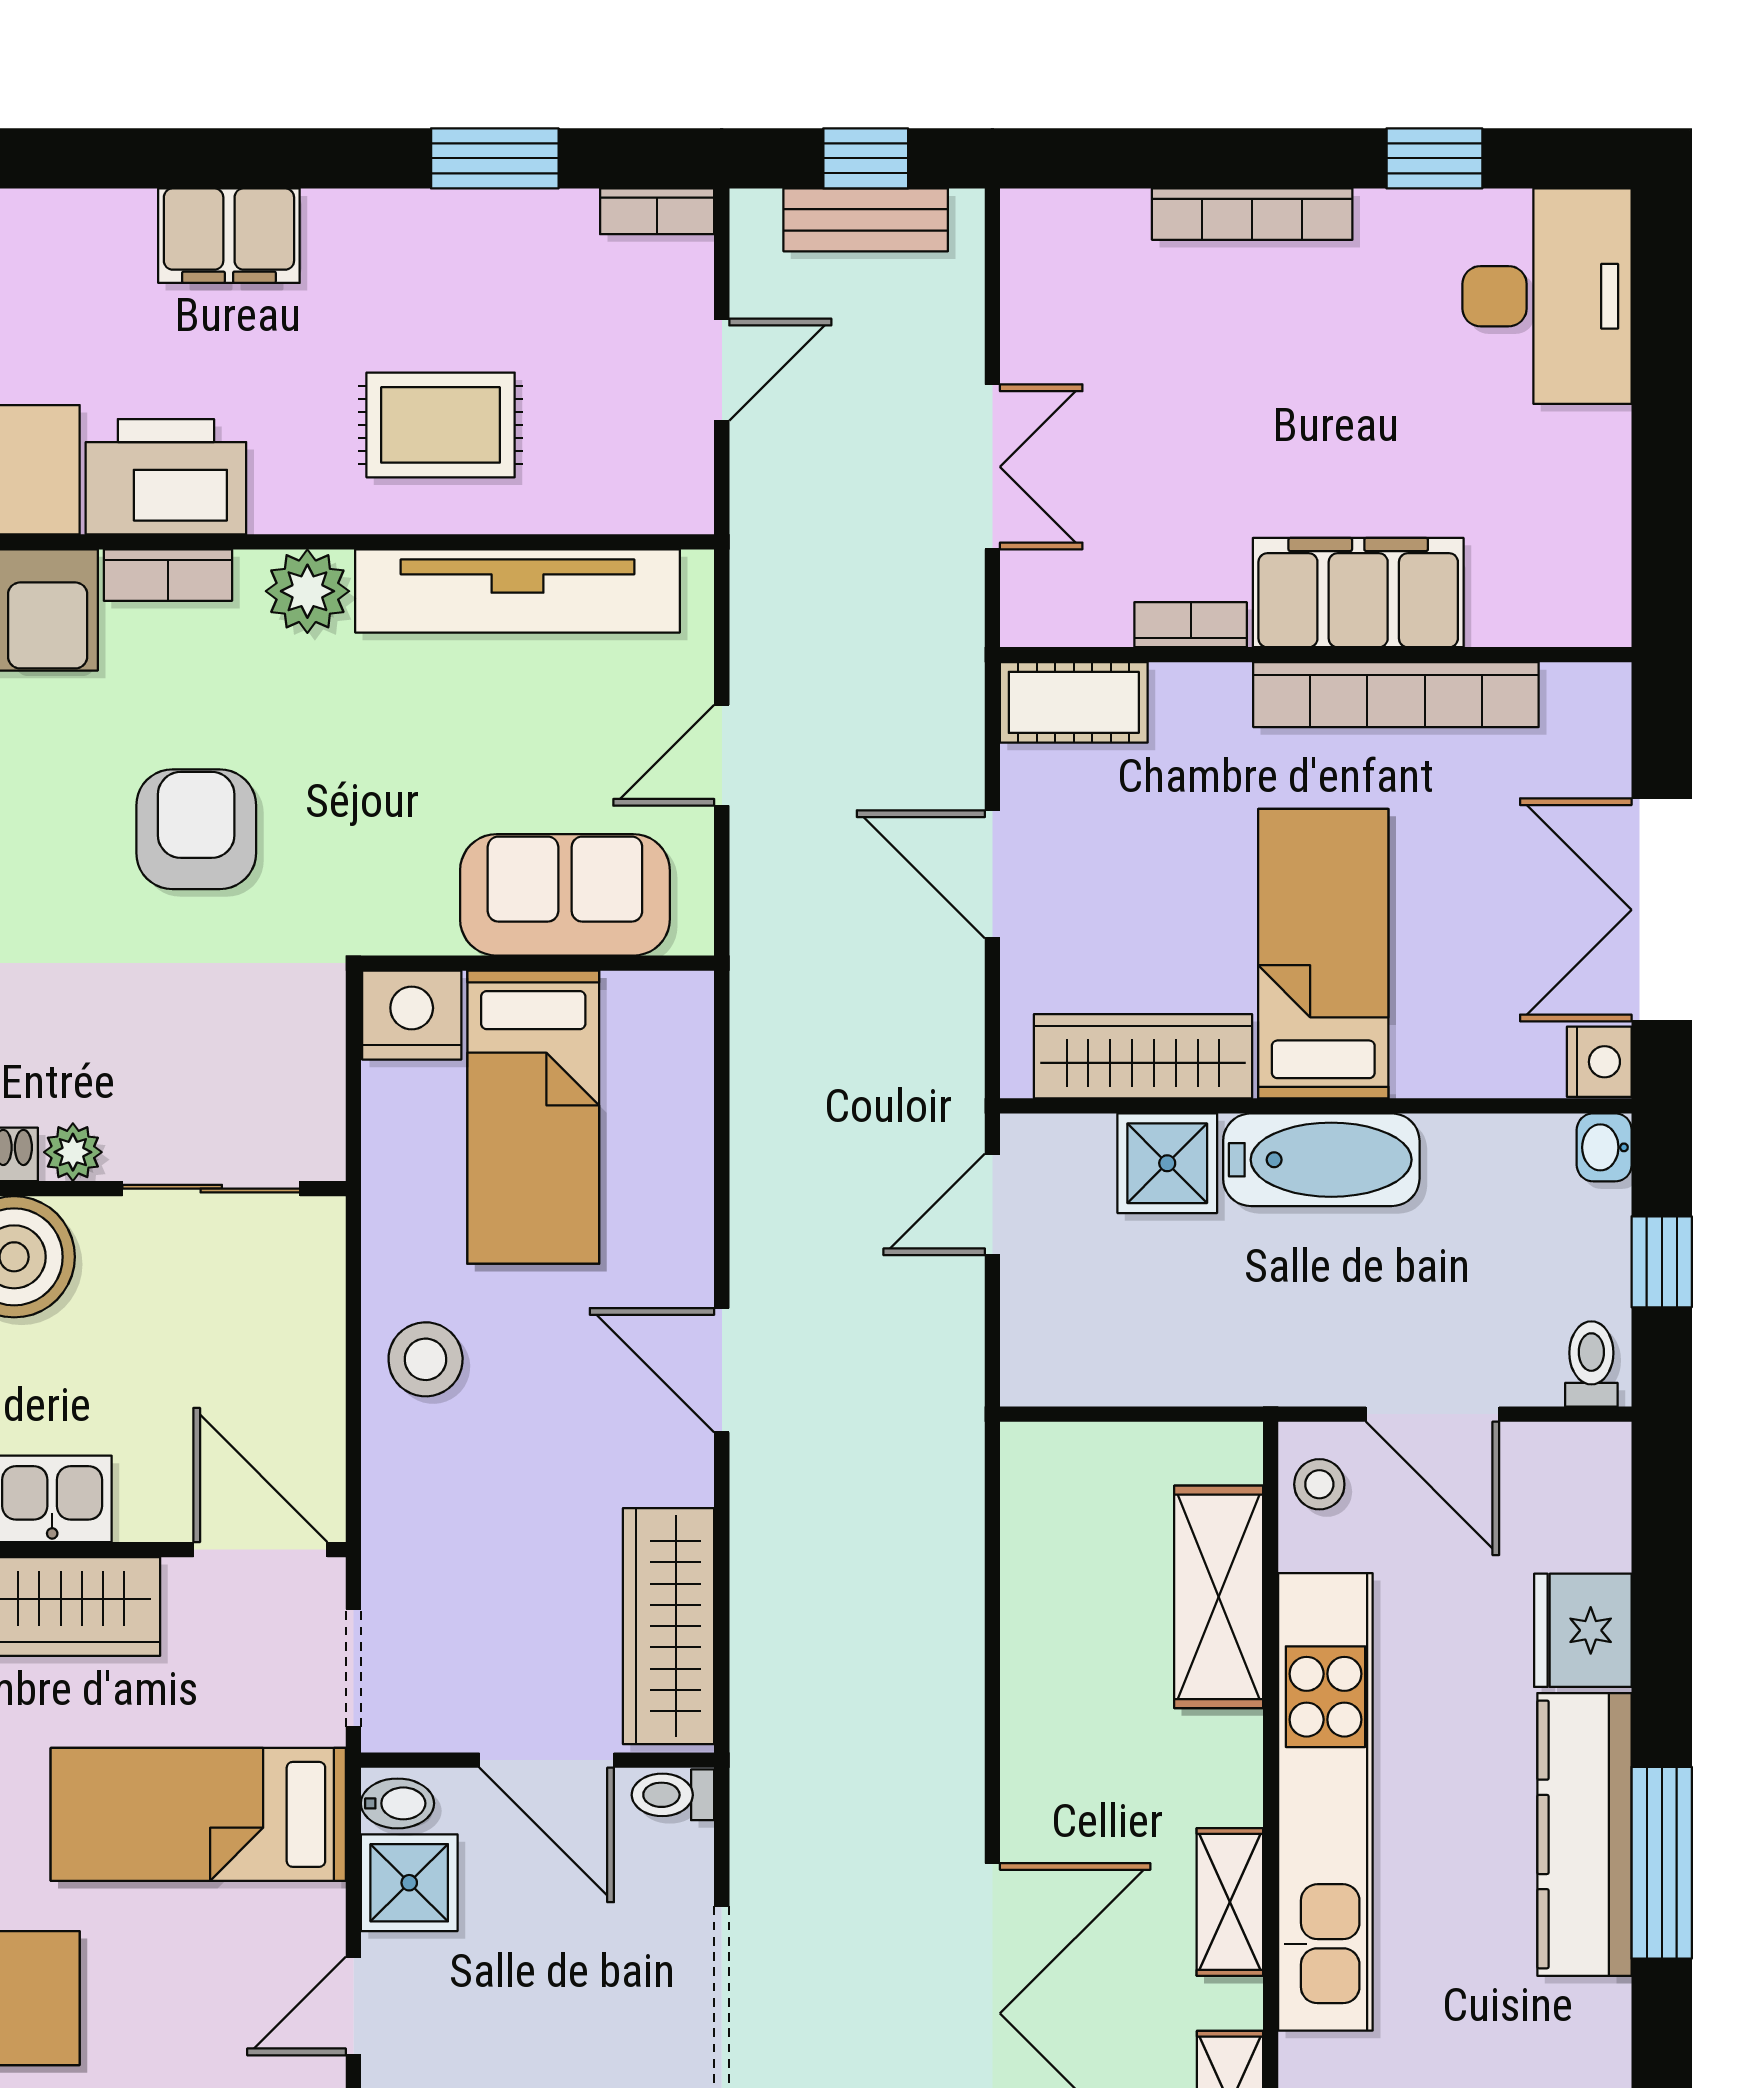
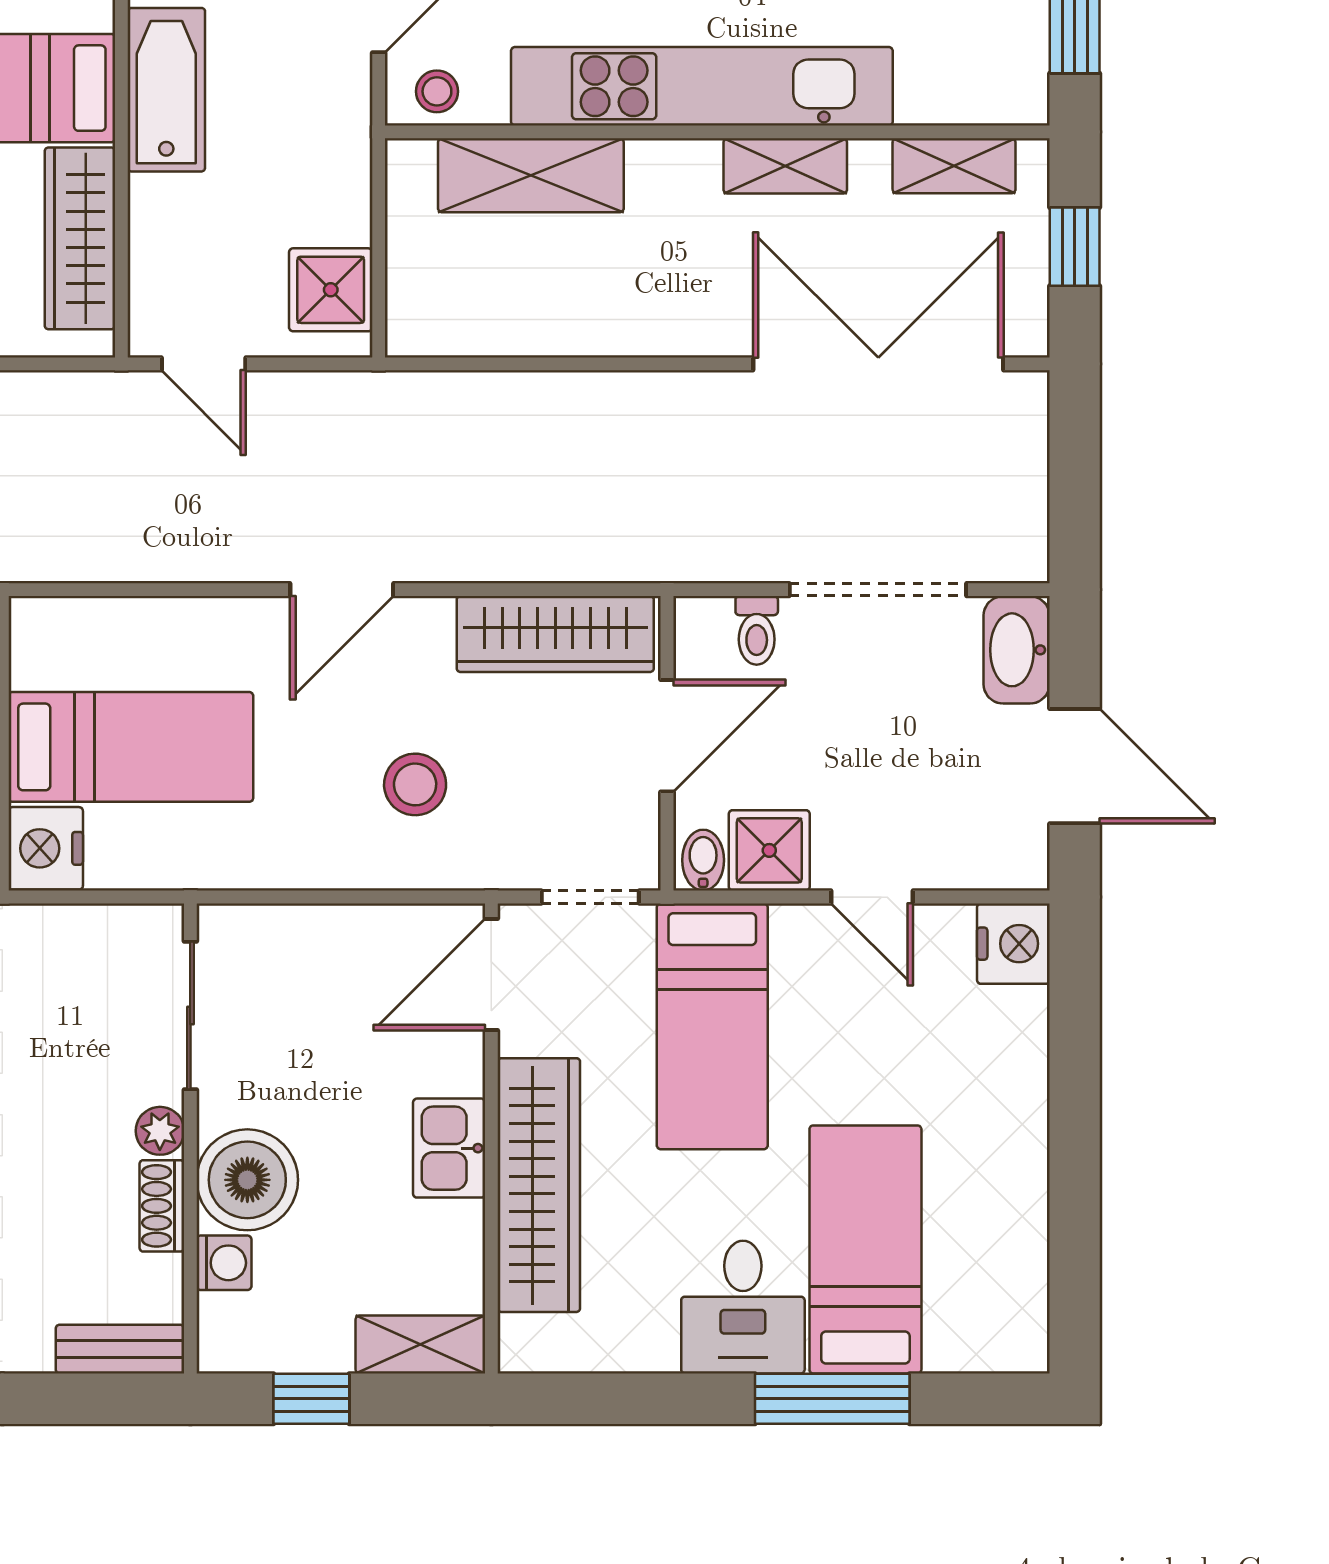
shower: (1167, 1163) -> (331, 290), moved
stool: (426, 1359) -> (415, 784), moved
toilet: (673, 1795) -> (757, 630), moved

